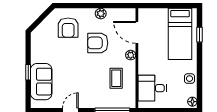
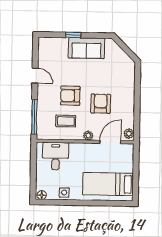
plant: (101, 14) -> (129, 134), moved
armchair: (68, 28) -> (70, 96), moved
window: (200, 35) -> (107, 203), removed
sofa: (41, 82) -> (86, 48), moved

